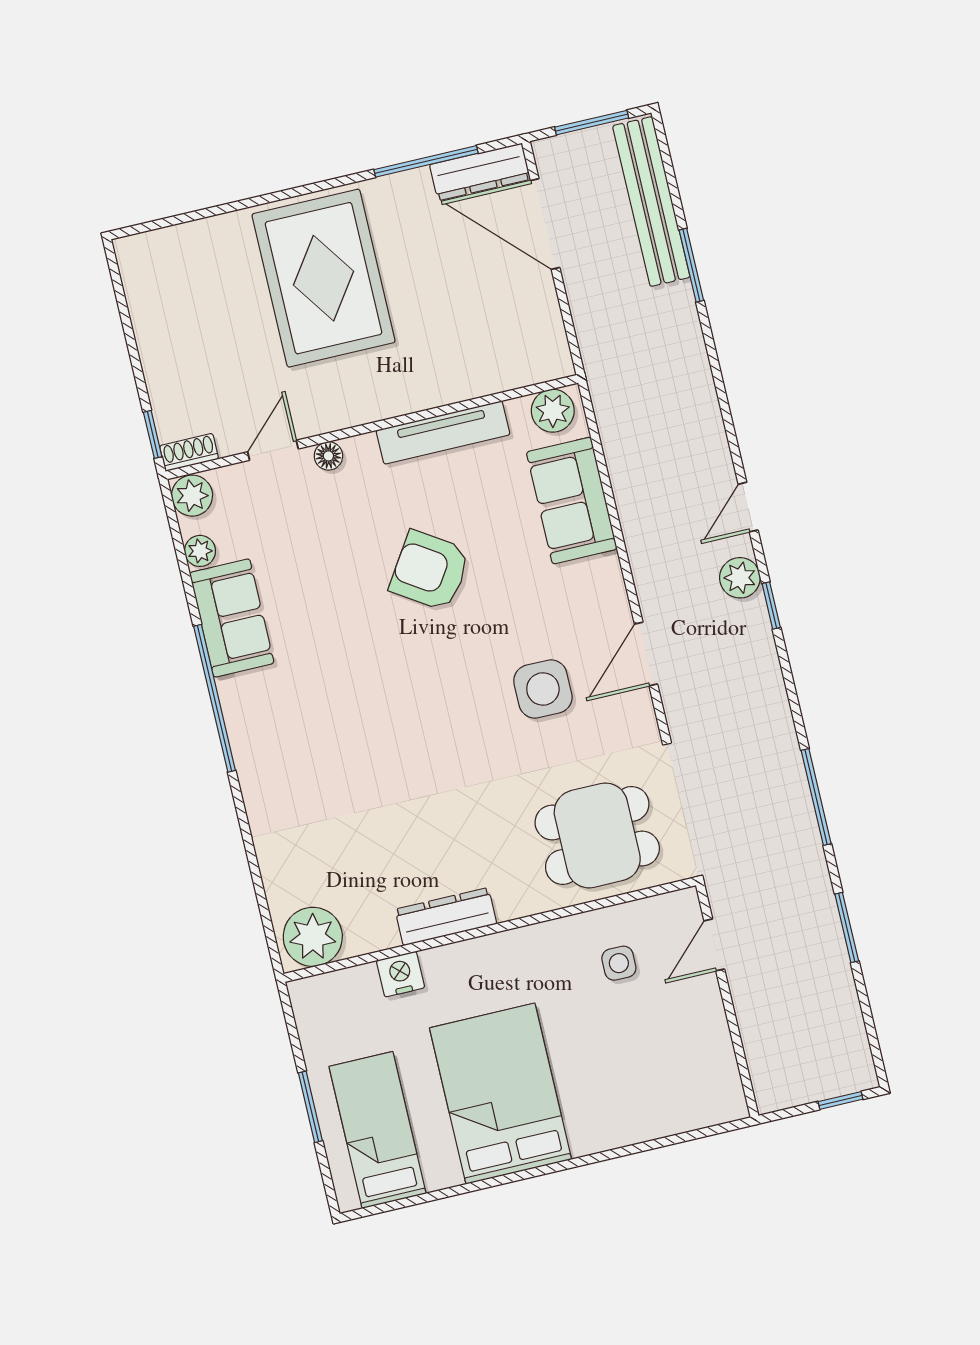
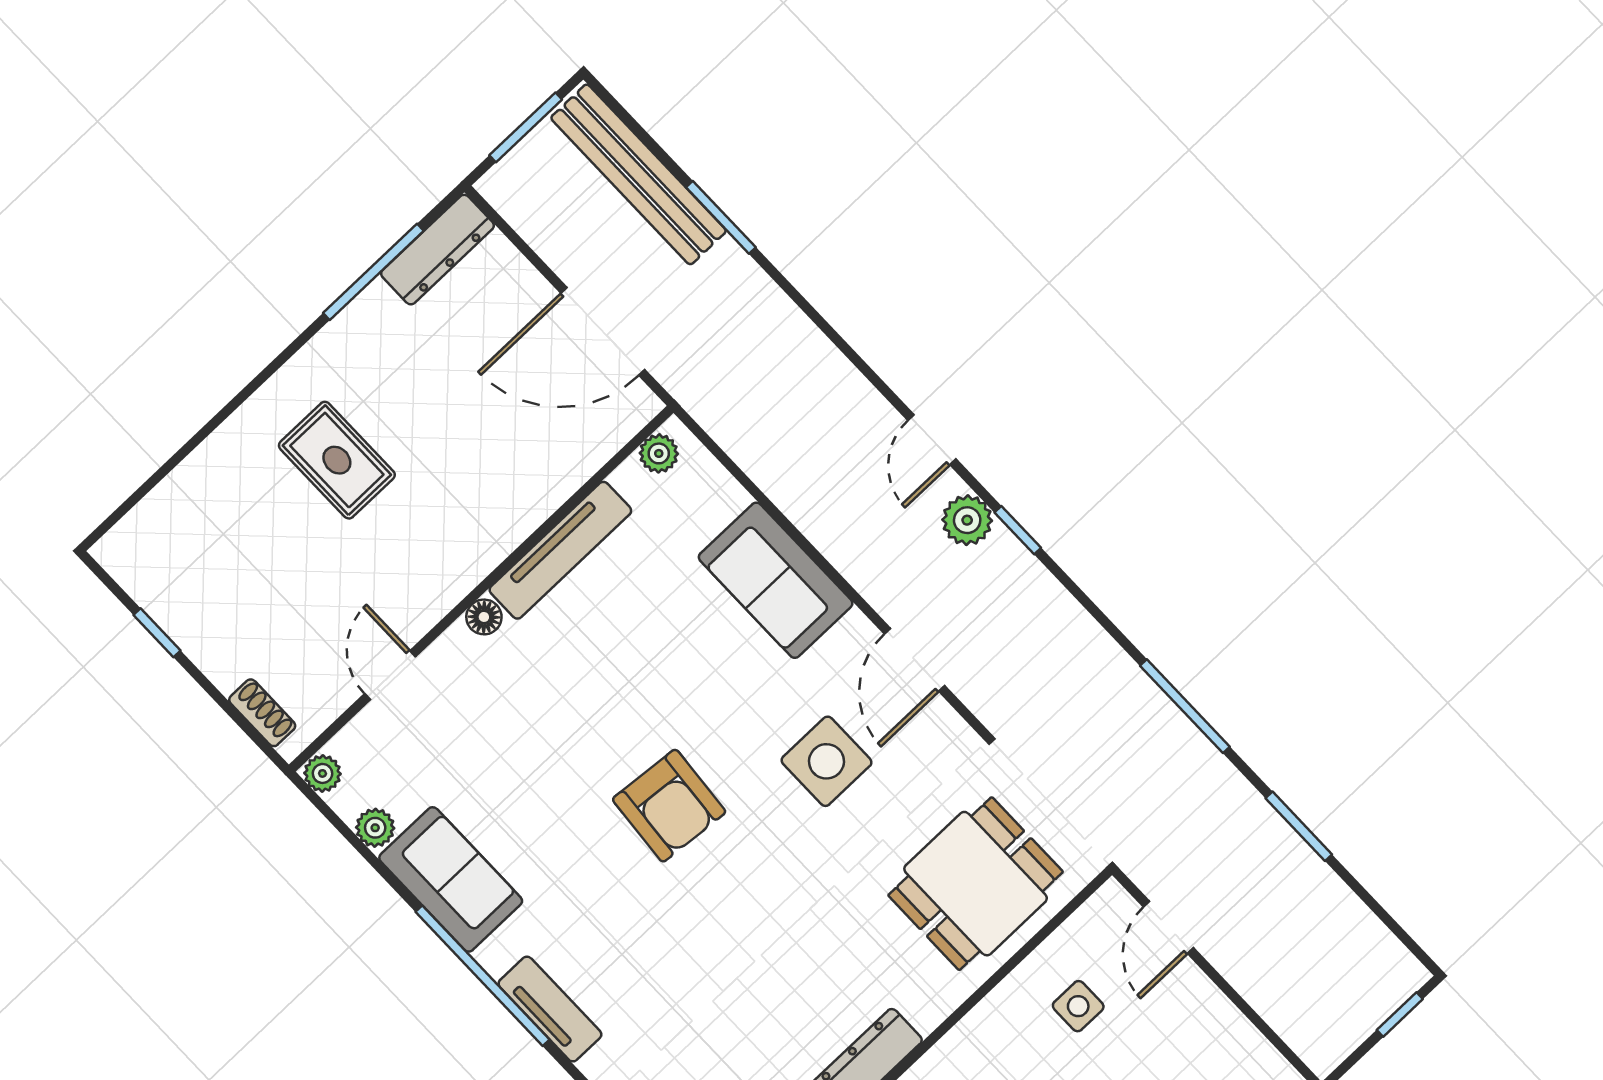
door: (545, 224) -> (603, 331), moved
rug: (323, 278) -> (337, 460), width x0.54, depth x0.49
plant: (553, 411) -> (659, 453), width x0.73, depth x0.73
window: (153, 434) -> (157, 633), moved
shoe rack: (189, 452) -> (262, 713), moved, turned 90
floor lamp: (328, 456) -> (484, 617), moved
plant: (192, 496) -> (323, 773), width x0.73, depth x0.73
sofa: (572, 501) -> (776, 580), moved
armchair: (430, 571) -> (669, 806), moved, turned -118
tv unit: (248, 749) -> (550, 1009), added

